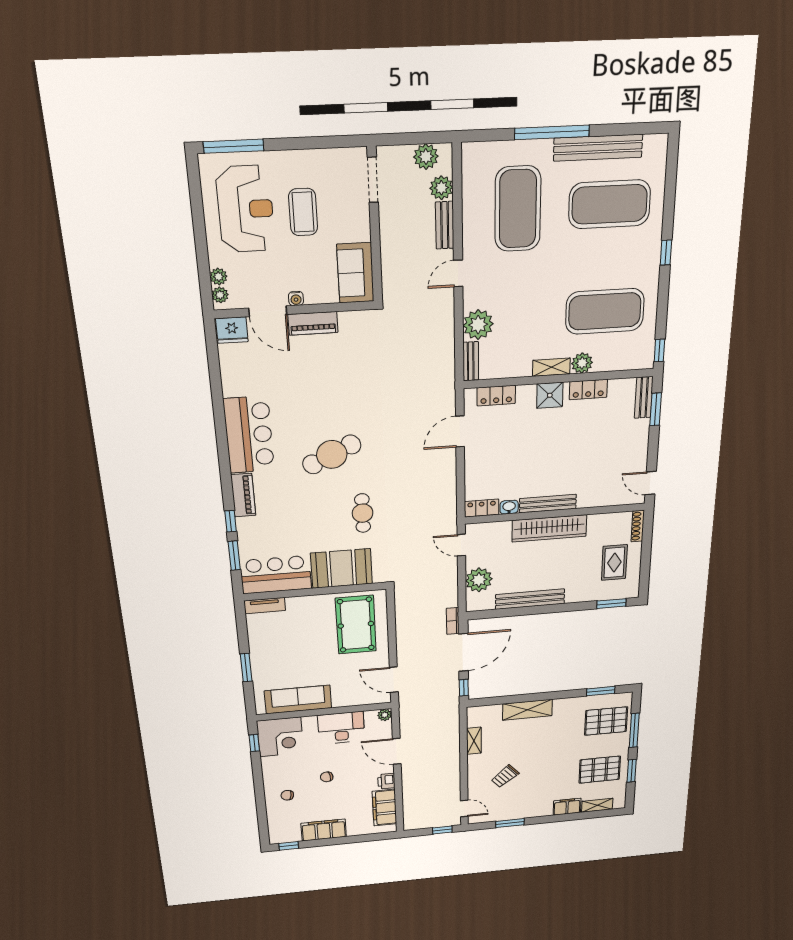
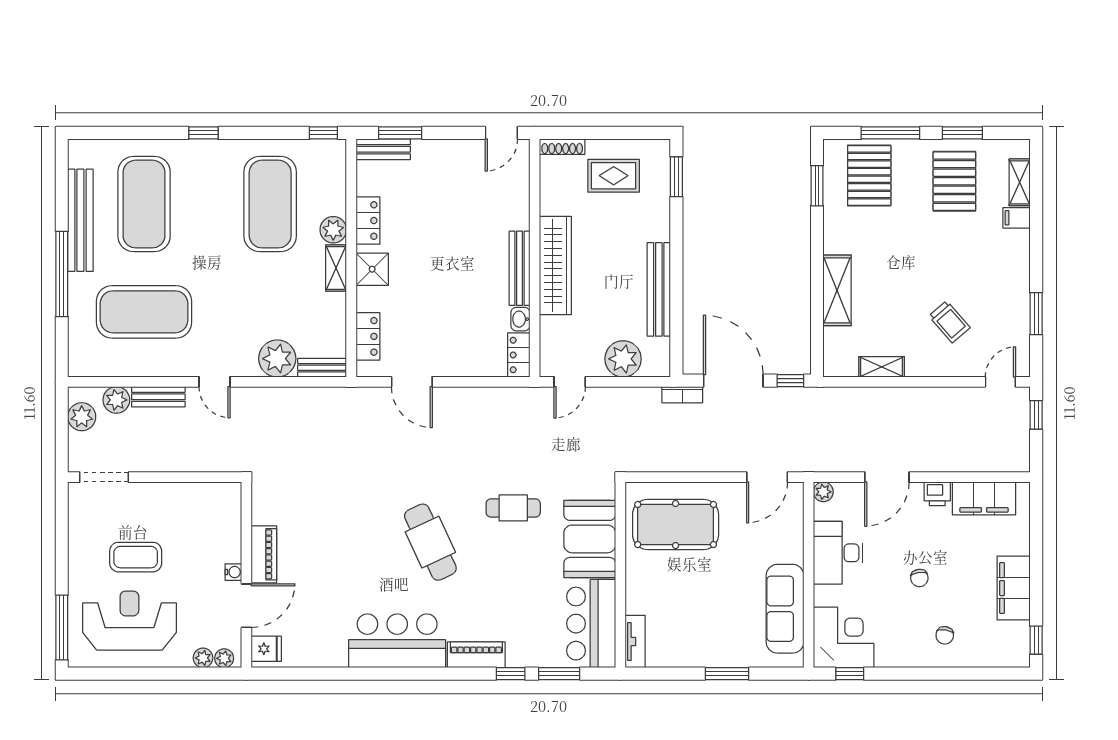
sofa: (355, 273) -> (207, 502), removed
fridge: (232, 330) -> (266, 649), width x0.72
filing cabinet: (567, 807) -> (1017, 218), width x0.50

